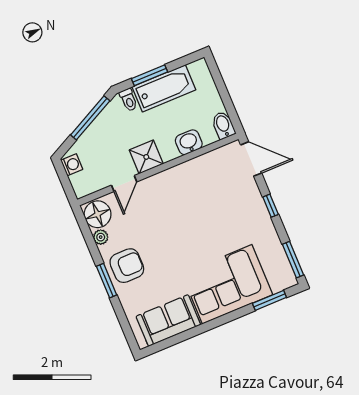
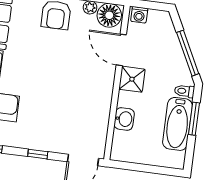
bidet: (223, 125) -> (122, 154), removed
washing machine: (72, 165) -> (139, 15), moved
door: (124, 183) -> (121, 50), width x1.38

